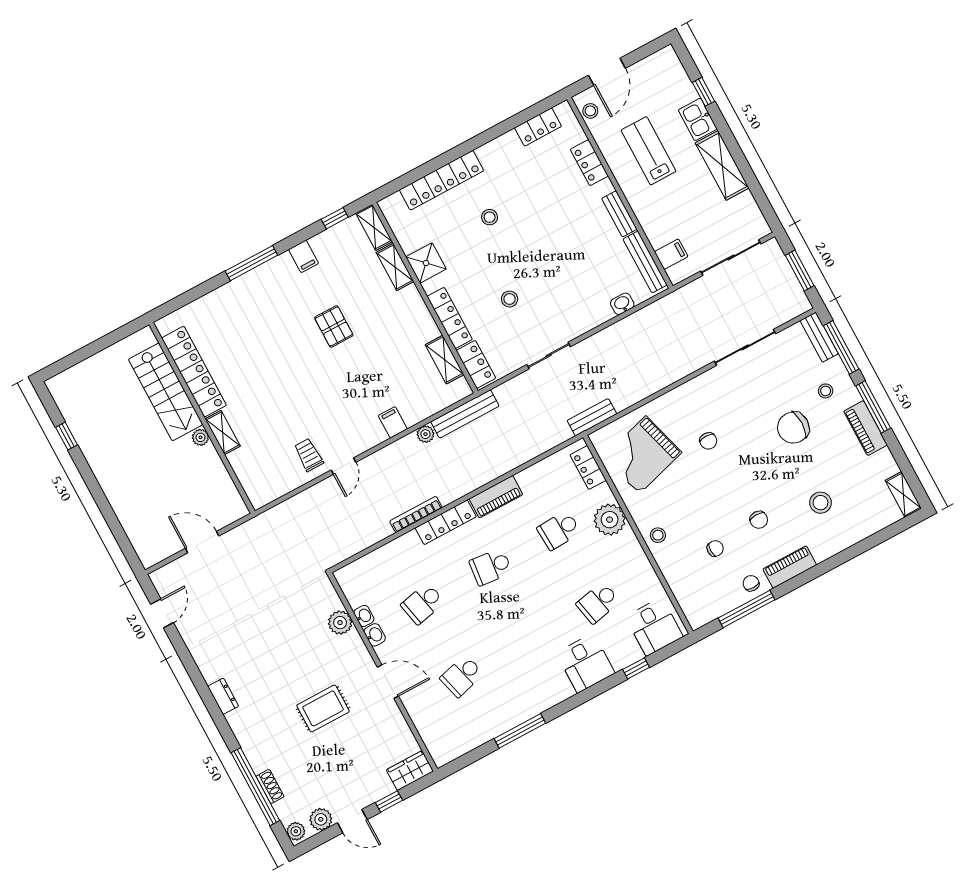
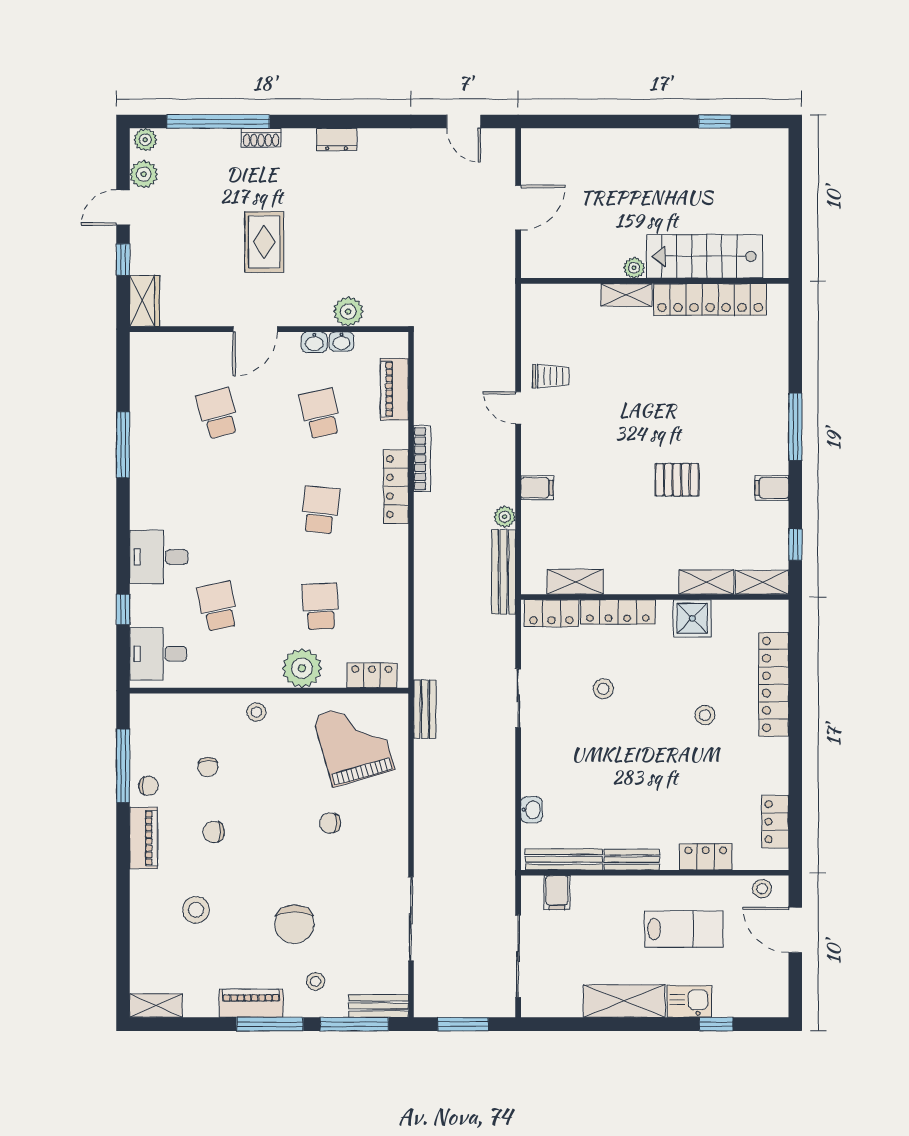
chair: (793, 428) -> (294, 924), turned 180
piano: (496, 497) -> (394, 389), moved
shoe rack: (270, 786) -> (261, 138), moved

